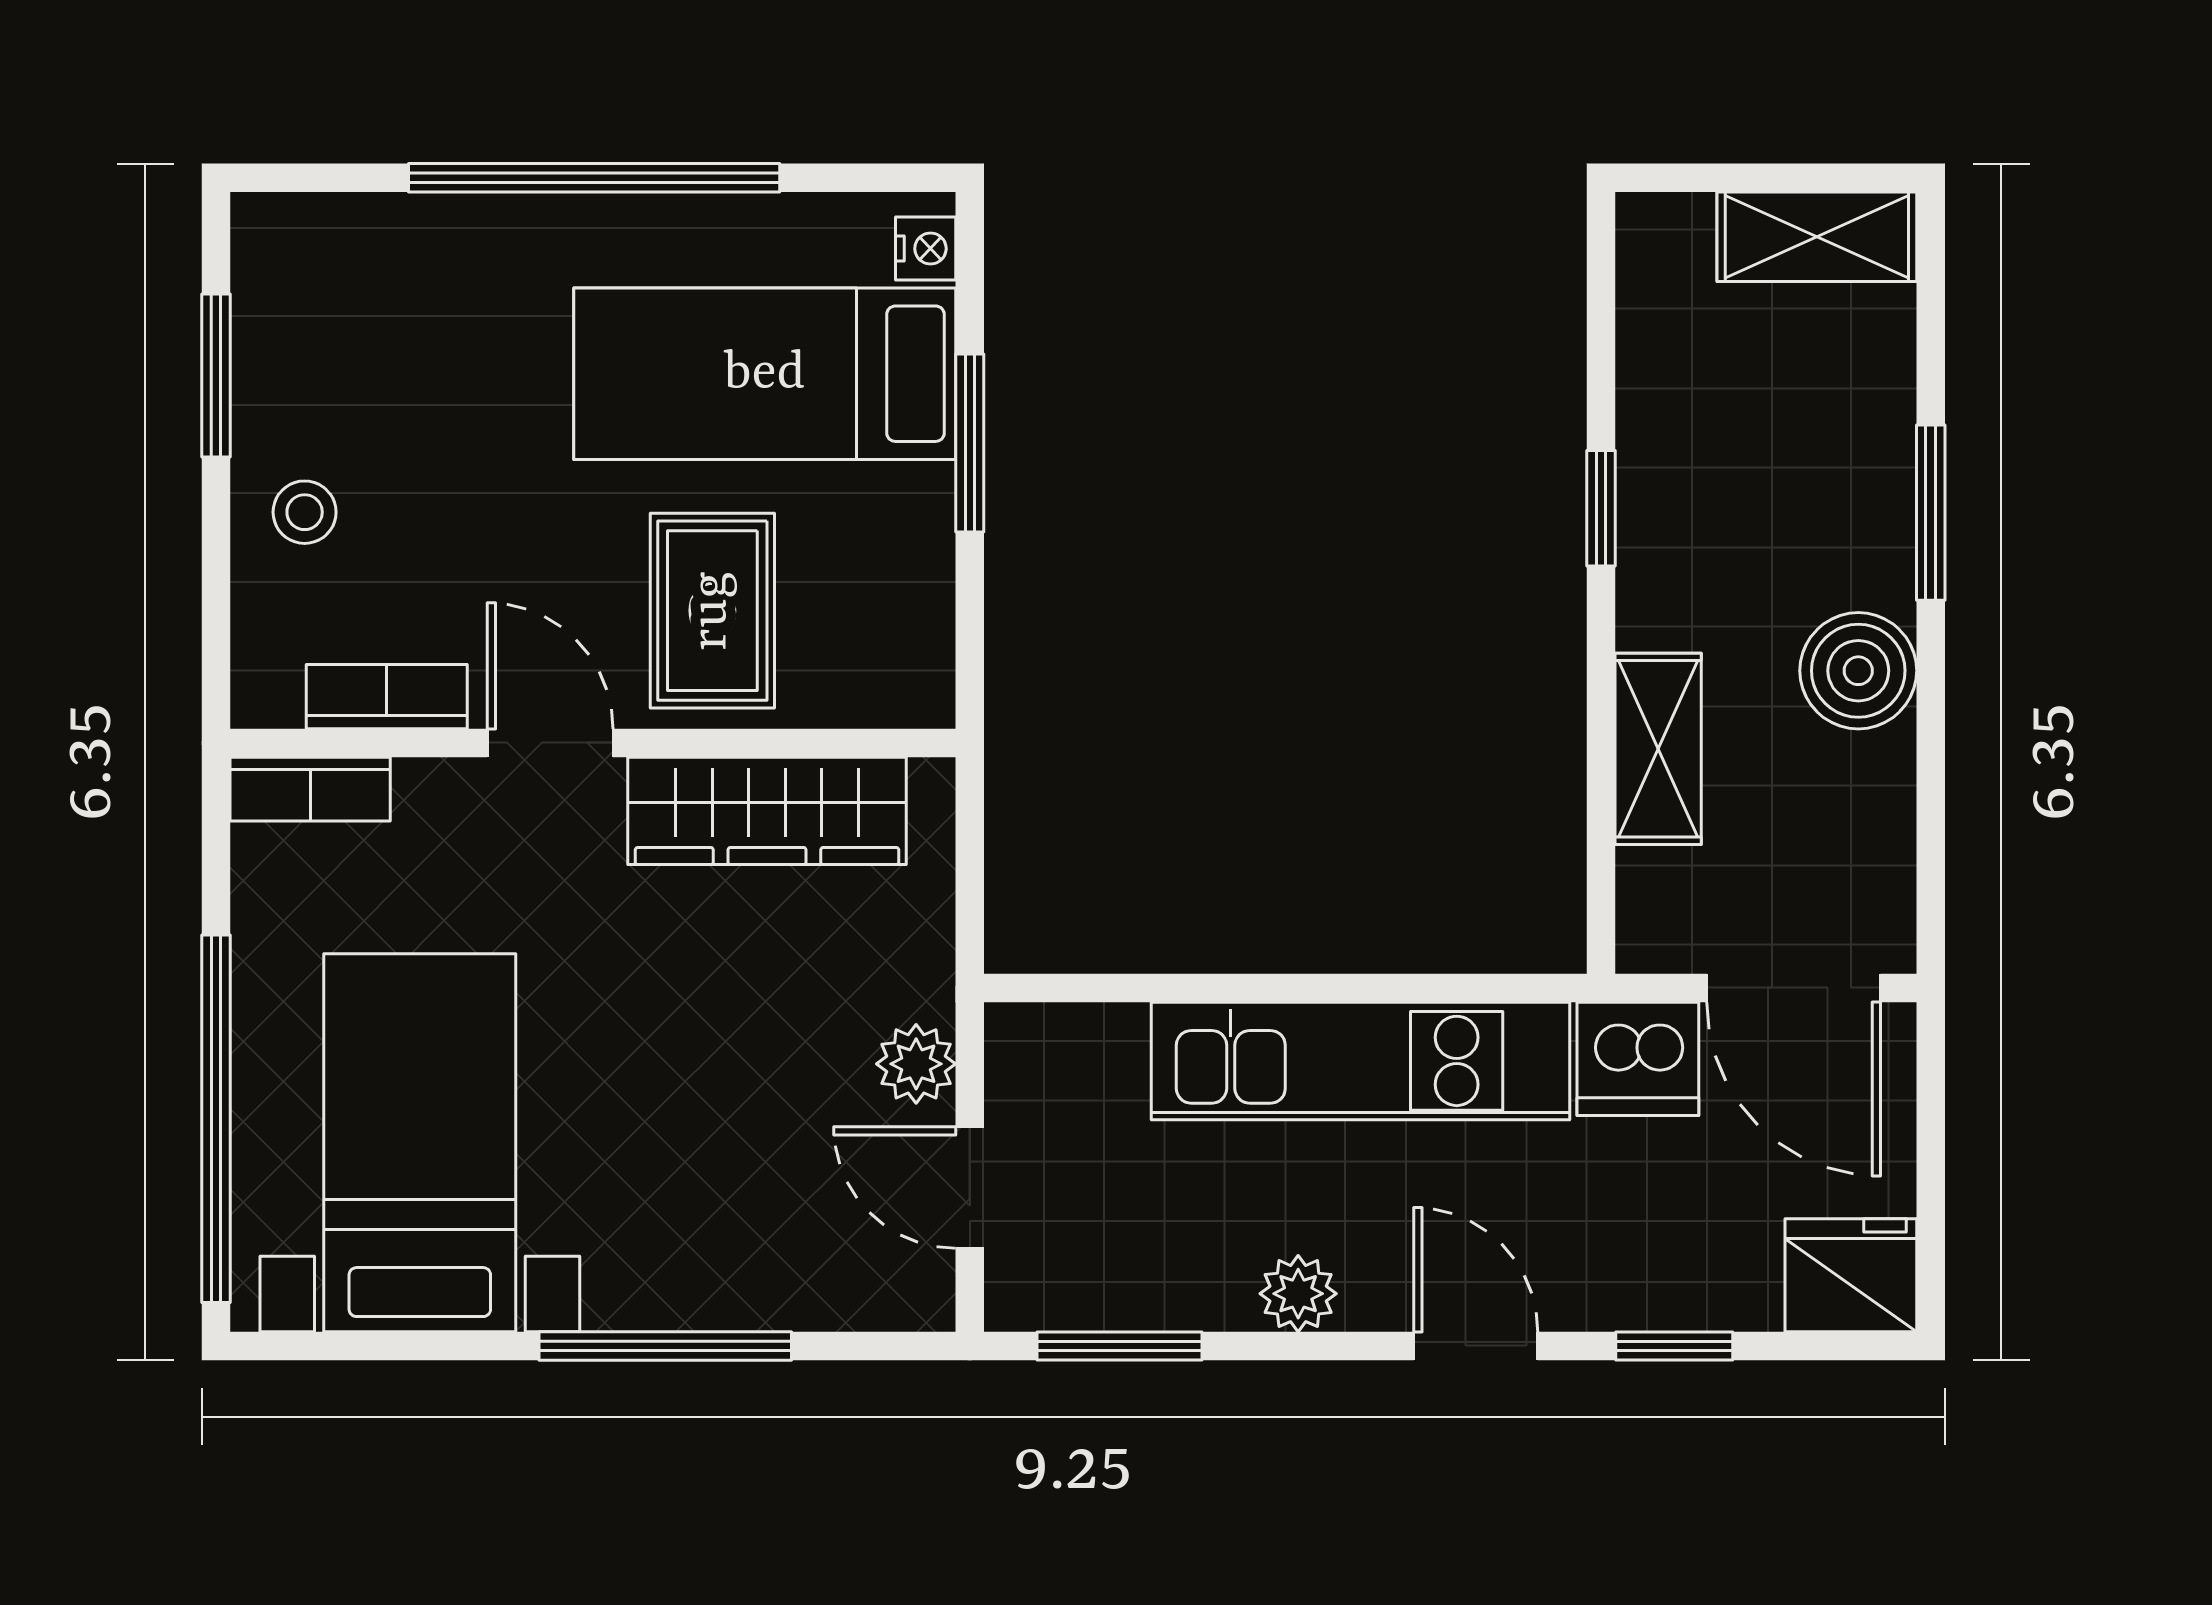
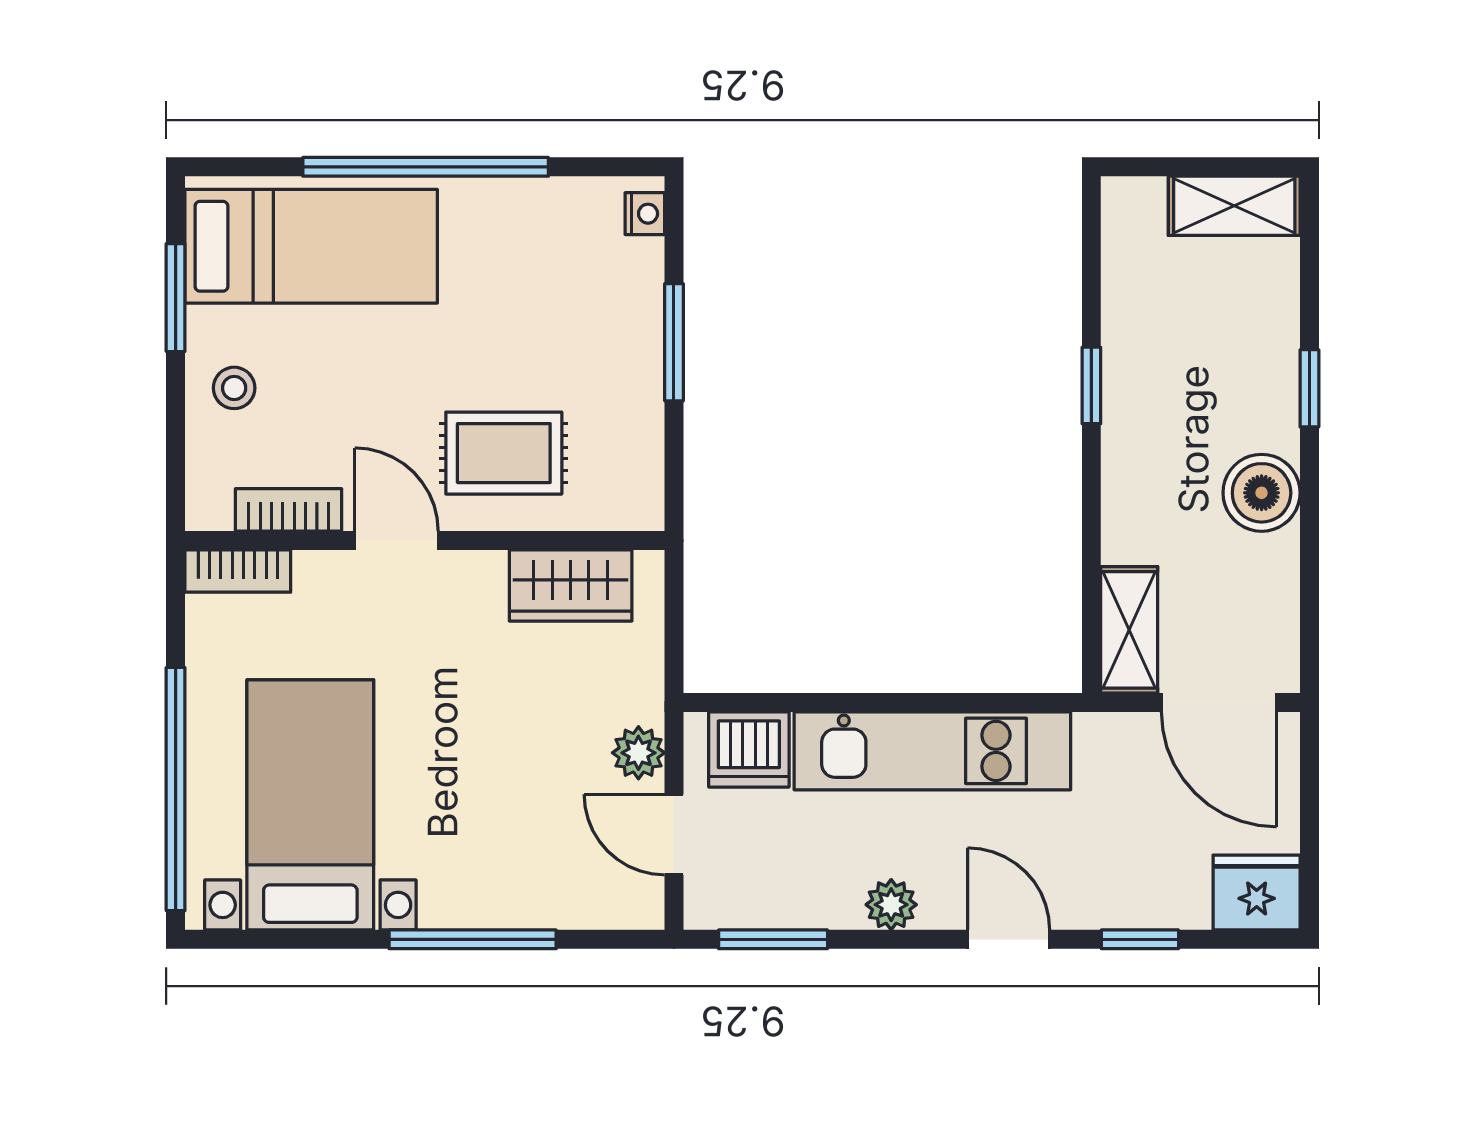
bed: (765, 374) -> (311, 246), moved, turned 180
window: (1931, 513) -> (1309, 388), width x0.67
rug: (712, 611) -> (504, 453), turned 90
shelving: (1658, 749) -> (1129, 630), moved
wardrobe: (767, 811) -> (571, 585), width x0.67
dishwasher: (1638, 1059) -> (749, 750), moved

